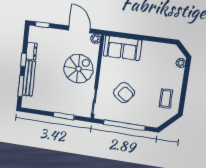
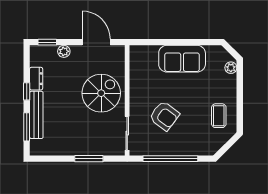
plant: (96, 39) -> (64, 51), moved
sofa: (122, 48) -> (182, 59), moved

